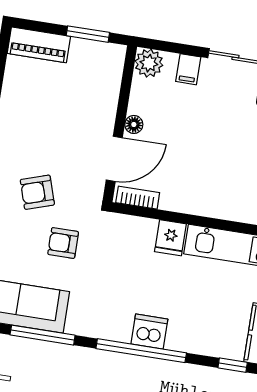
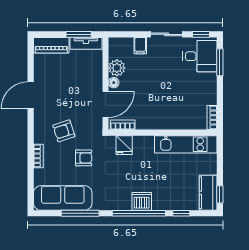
tv unit: (98, 51) -> (86, 43), added
plant: (149, 63) -> (117, 68), moved
fridge: (170, 238) -> (124, 145), moved
armchair: (63, 243) -> (84, 158), turned 180
window: (233, 365) -> (181, 213), moved

